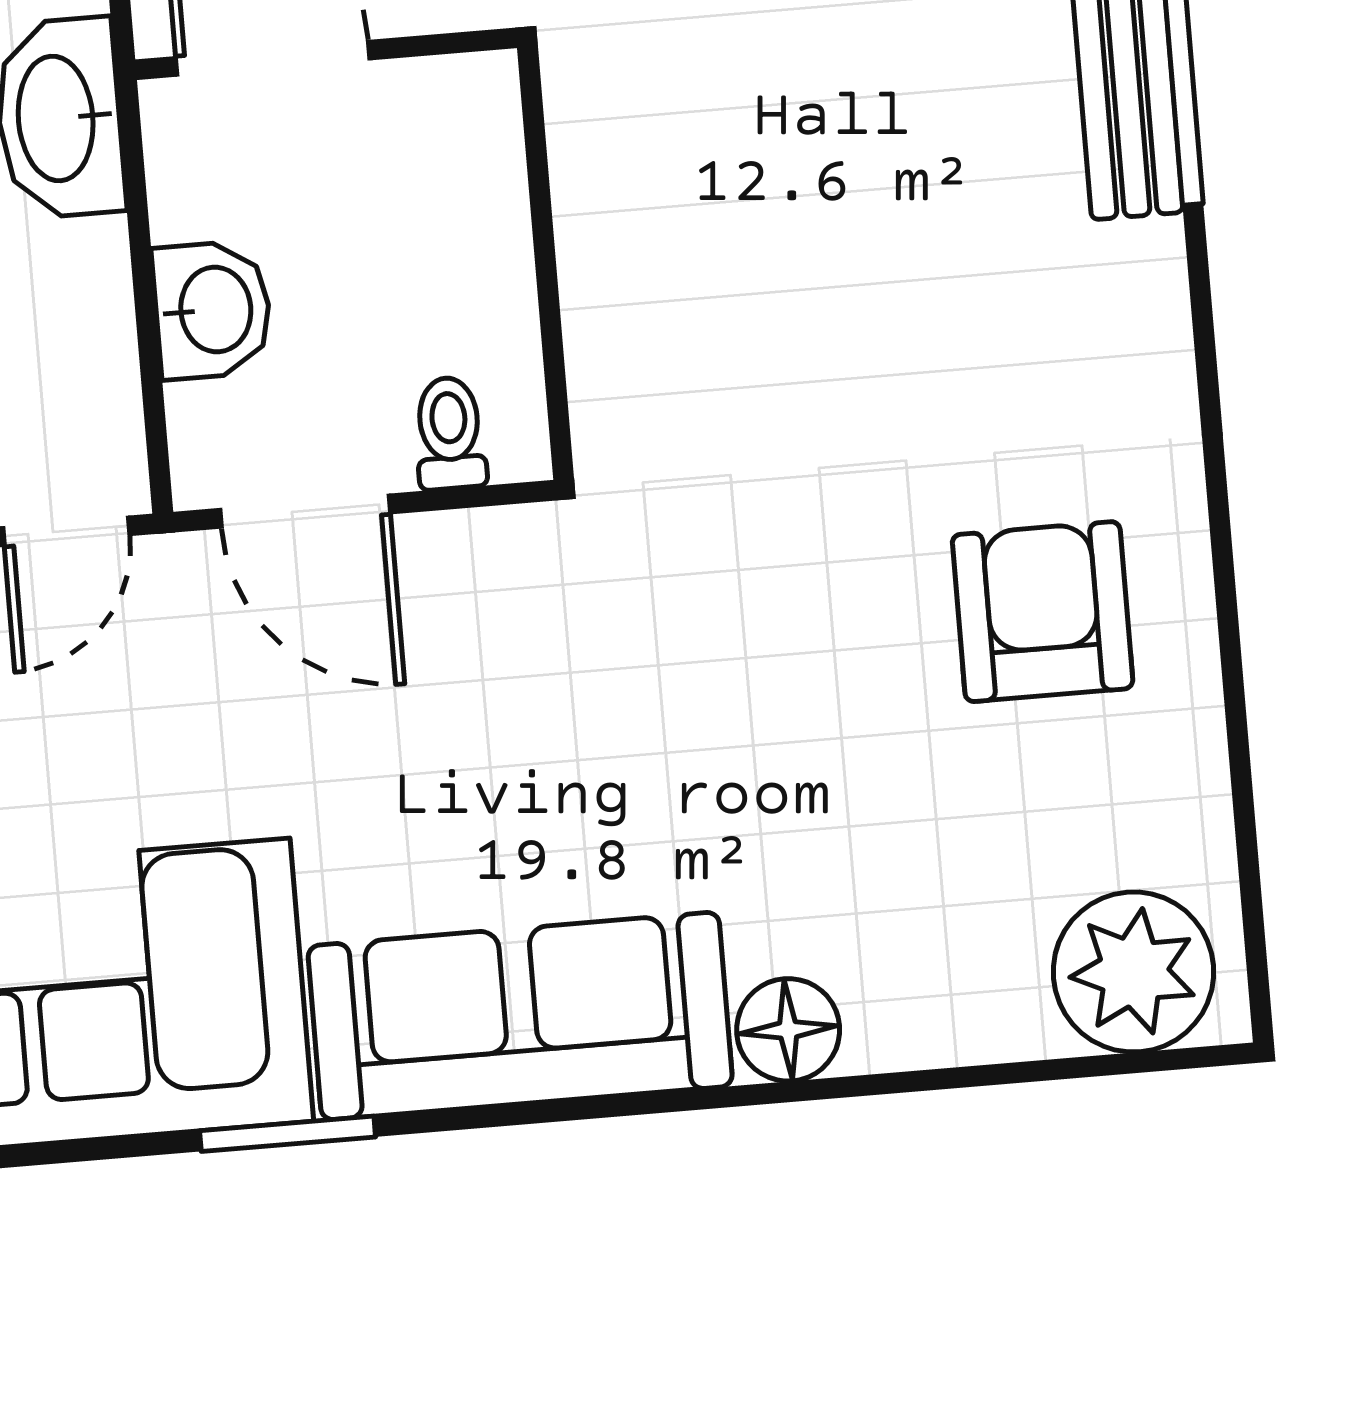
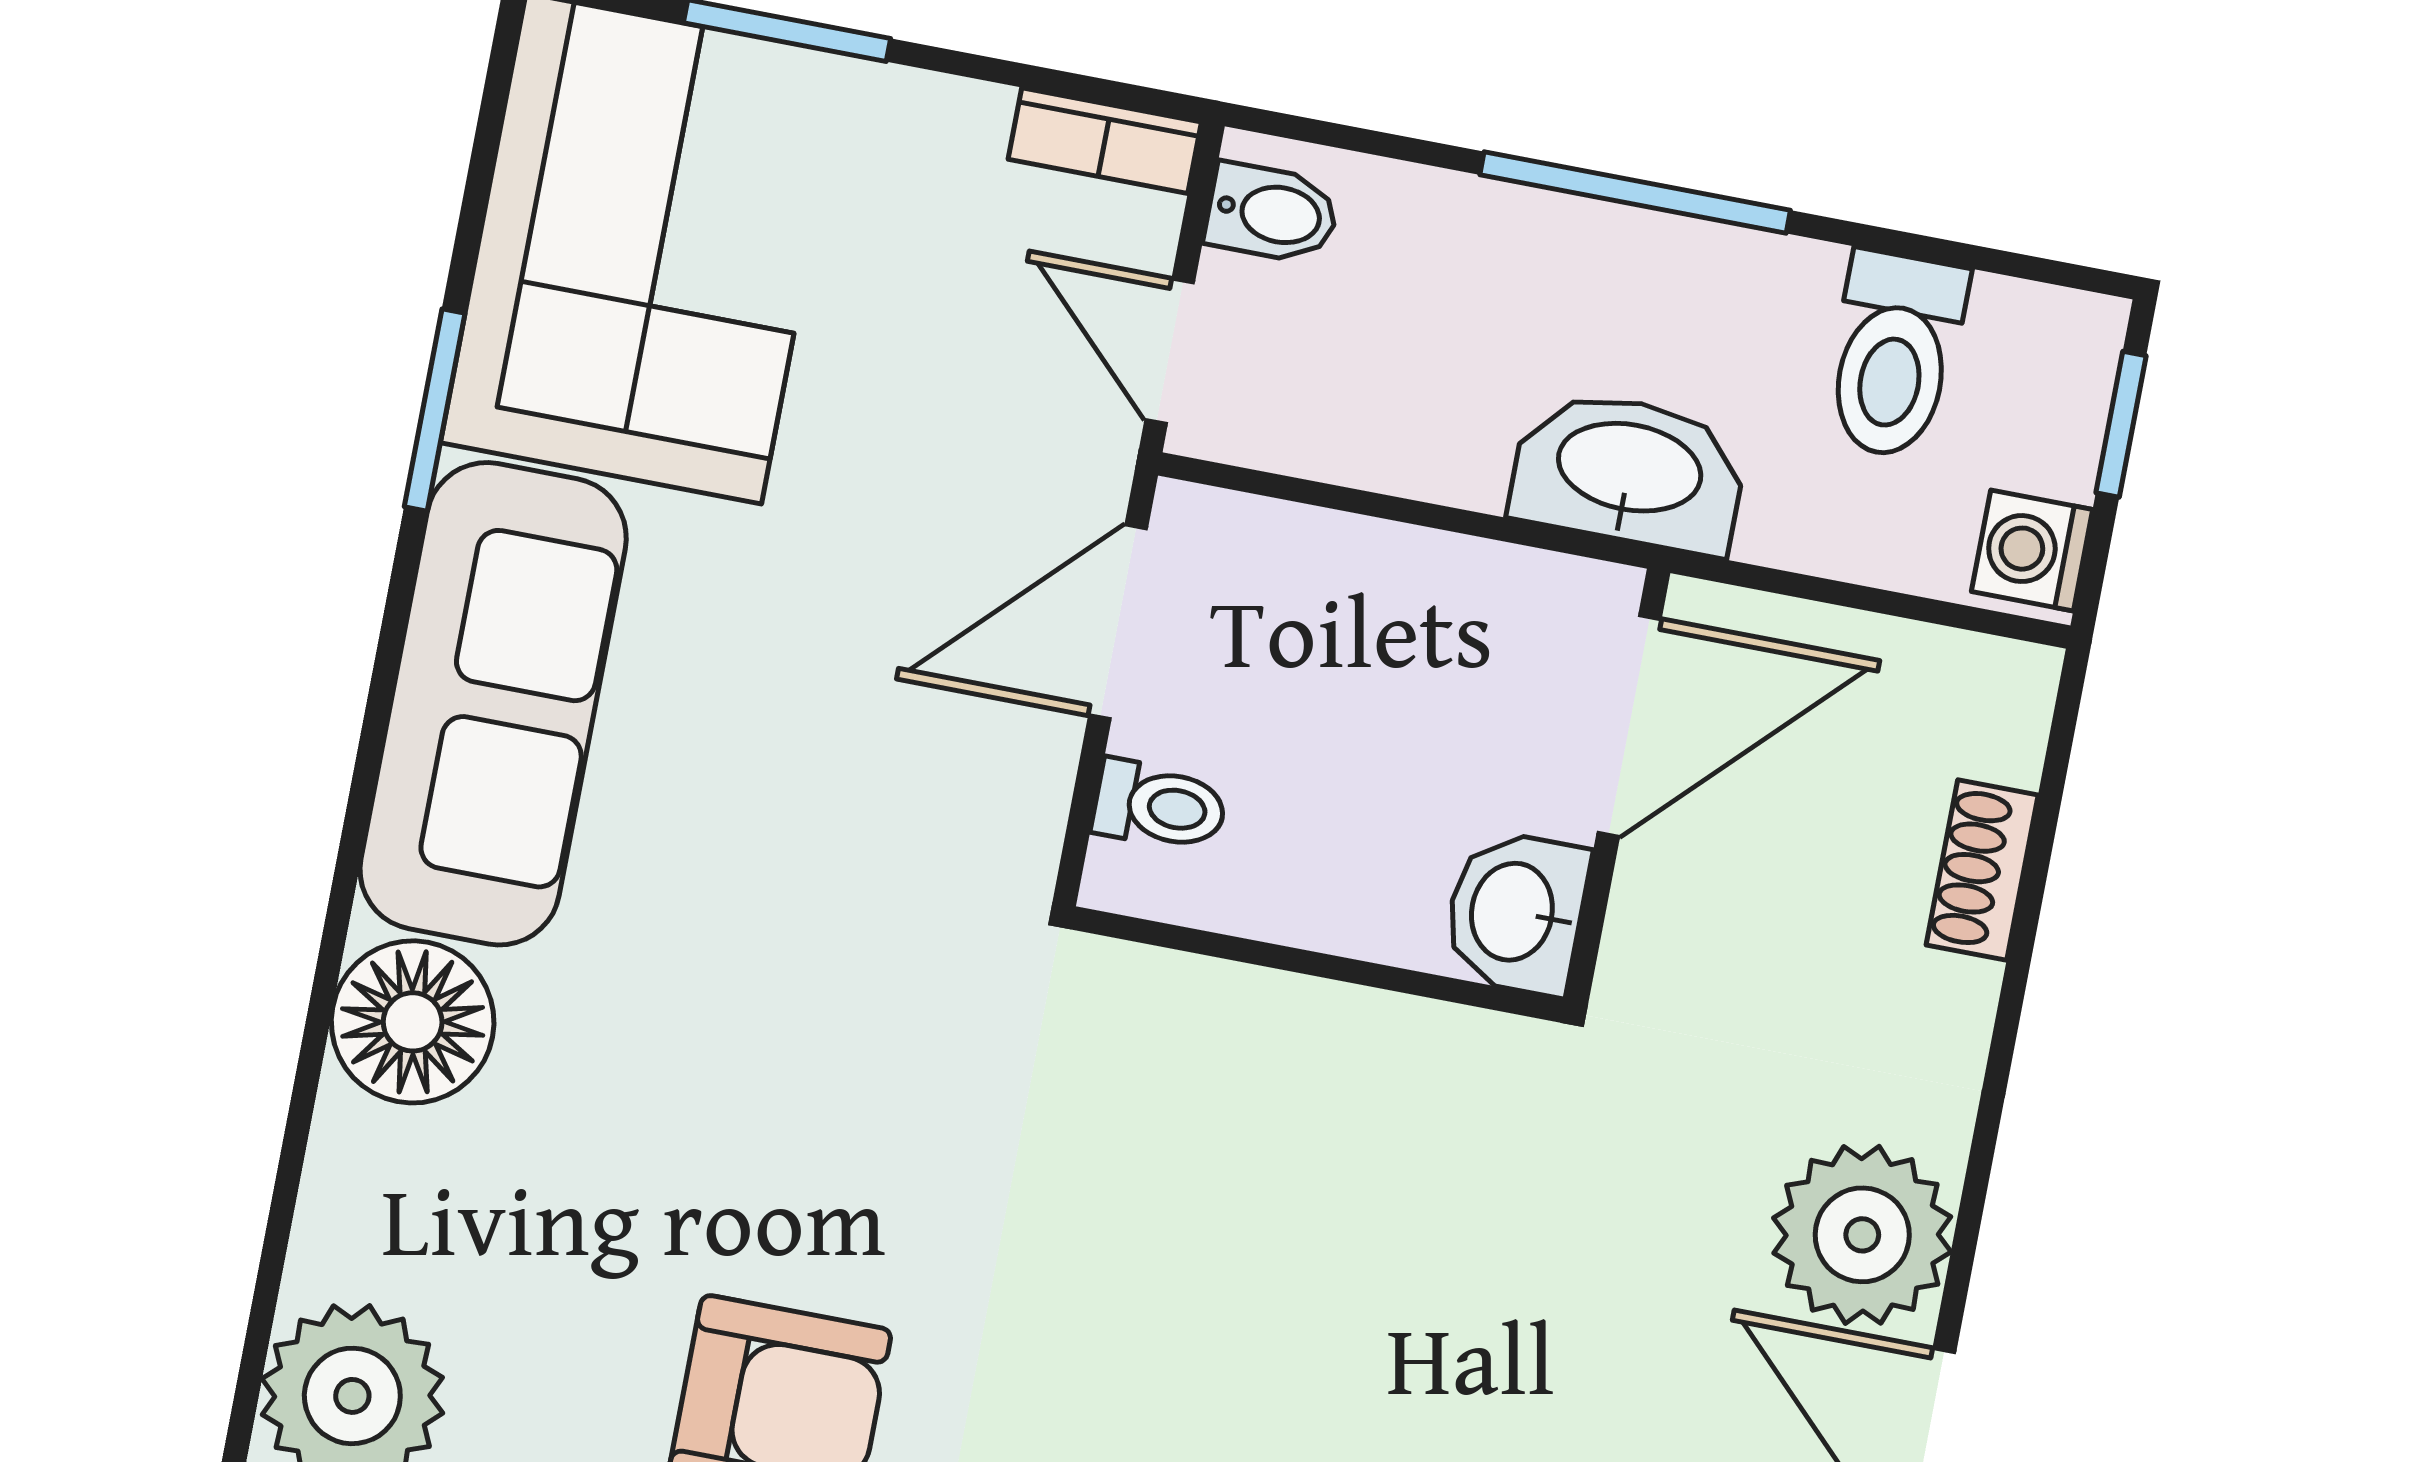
washbasin: (212, 310) -> (1516, 912), moved, turned 90
floor lamp: (788, 1030) -> (413, 1022), width x1.38, depth x1.38

